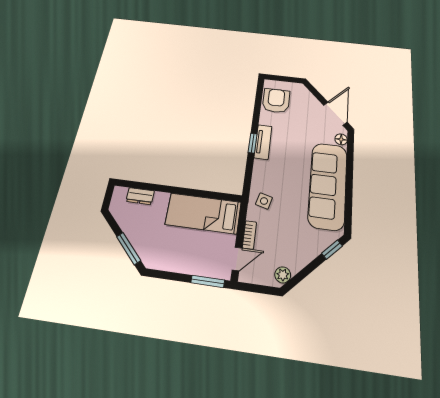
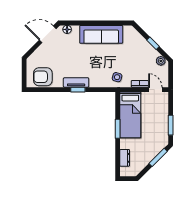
sofa: (328, 185) -> (101, 34), width x0.74, depth x0.79
window: (186, 192) -> (118, 129), added
window: (332, 250) -> (153, 43), moved
window: (208, 281) -> (171, 125), moved

